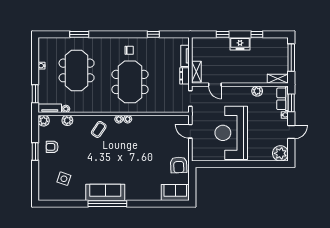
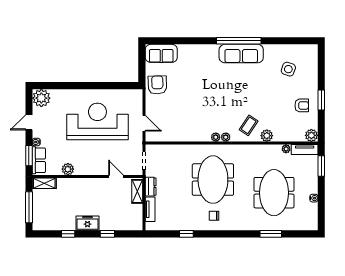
plant: (67, 120) -> (267, 136), moved
reception desk: (231, 133) -> (97, 121), turned -90

